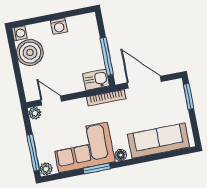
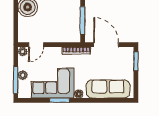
kitchen sink: (96, 80) -> (72, 36), removed
door: (51, 100) -> (36, 45), swing flipped
plant: (46, 169) -> (23, 75), moved

